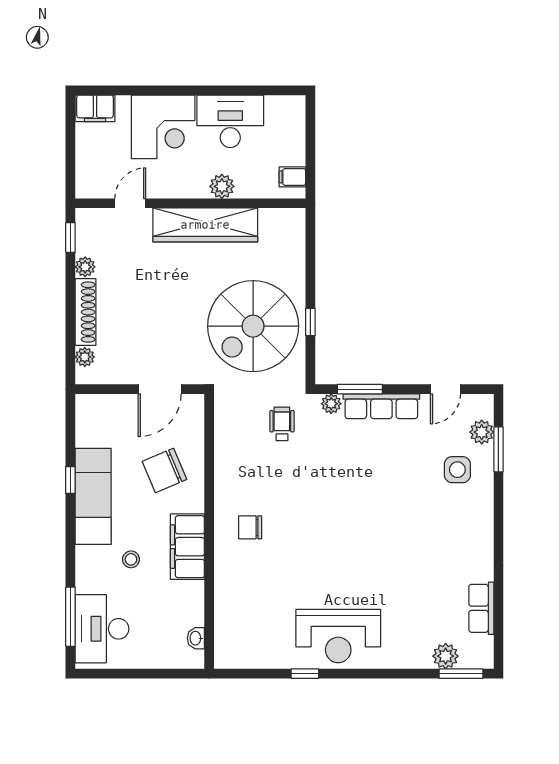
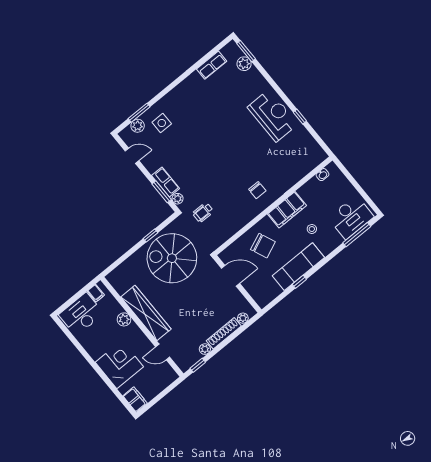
desk: (230, 121) -> (81, 314), moved, turned 90
spiral stairs: (253, 326) -> (172, 258), turned 180
row of seats: (381, 406) -> (166, 182), width x0.68

